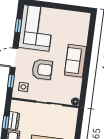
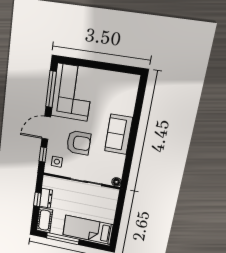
window: (18, 26) -> (51, 89), width x2.17

